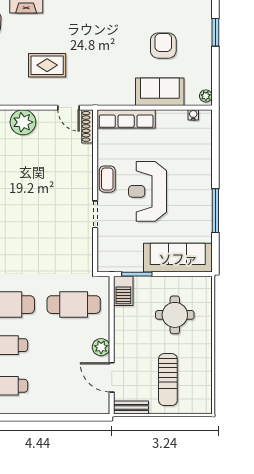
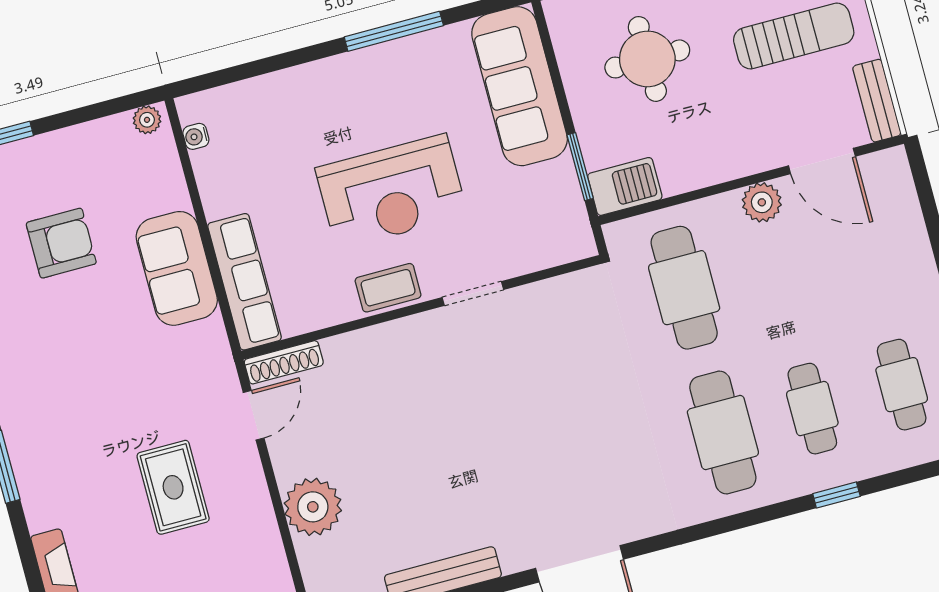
armchair: (163, 46) -> (61, 243), turned 180
sofa: (160, 92) -> (177, 268), moved
door: (112, 377) -> (822, 161), hinge flipped

